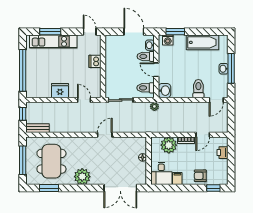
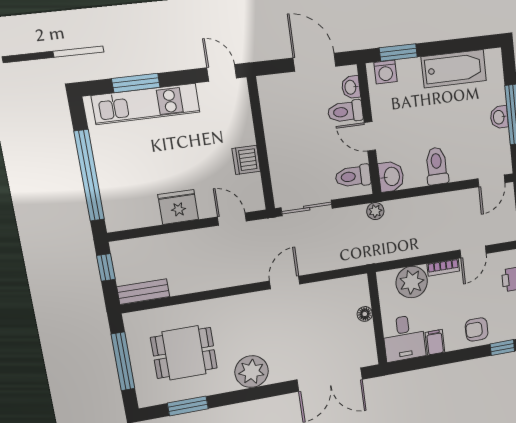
dishwasher: (95, 61) -> (246, 160), moved
toilet: (198, 89) -> (437, 166), moved
dining table: (51, 161) -> (184, 353), width x0.73

